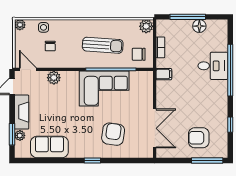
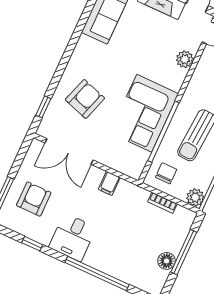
desk: (213, 66) -> (73, 237), moved
filing cabinet: (164, 74) -> (109, 183), moved
armchair: (113, 134) -> (85, 99), turned -80
window: (92, 160) -> (43, 107), moved

